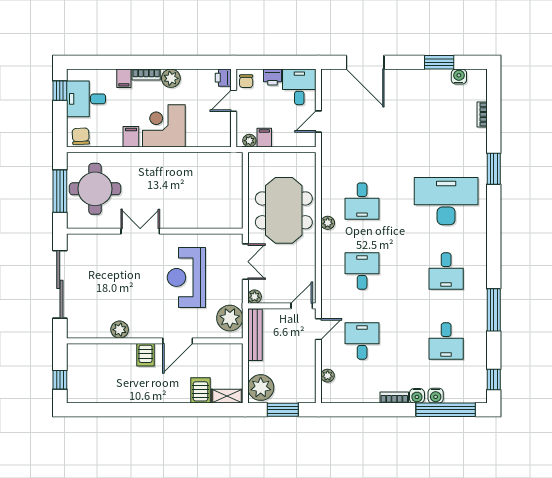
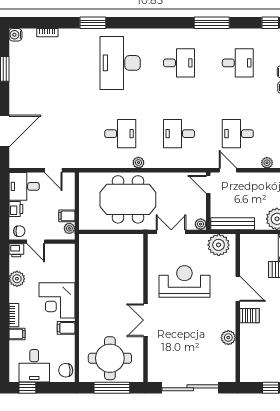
water cooler: (459, 77) -> (15, 35), moved
plant: (171, 78) -> (17, 279), moved
reception desk: (186, 277) -> (184, 281), turned 180

